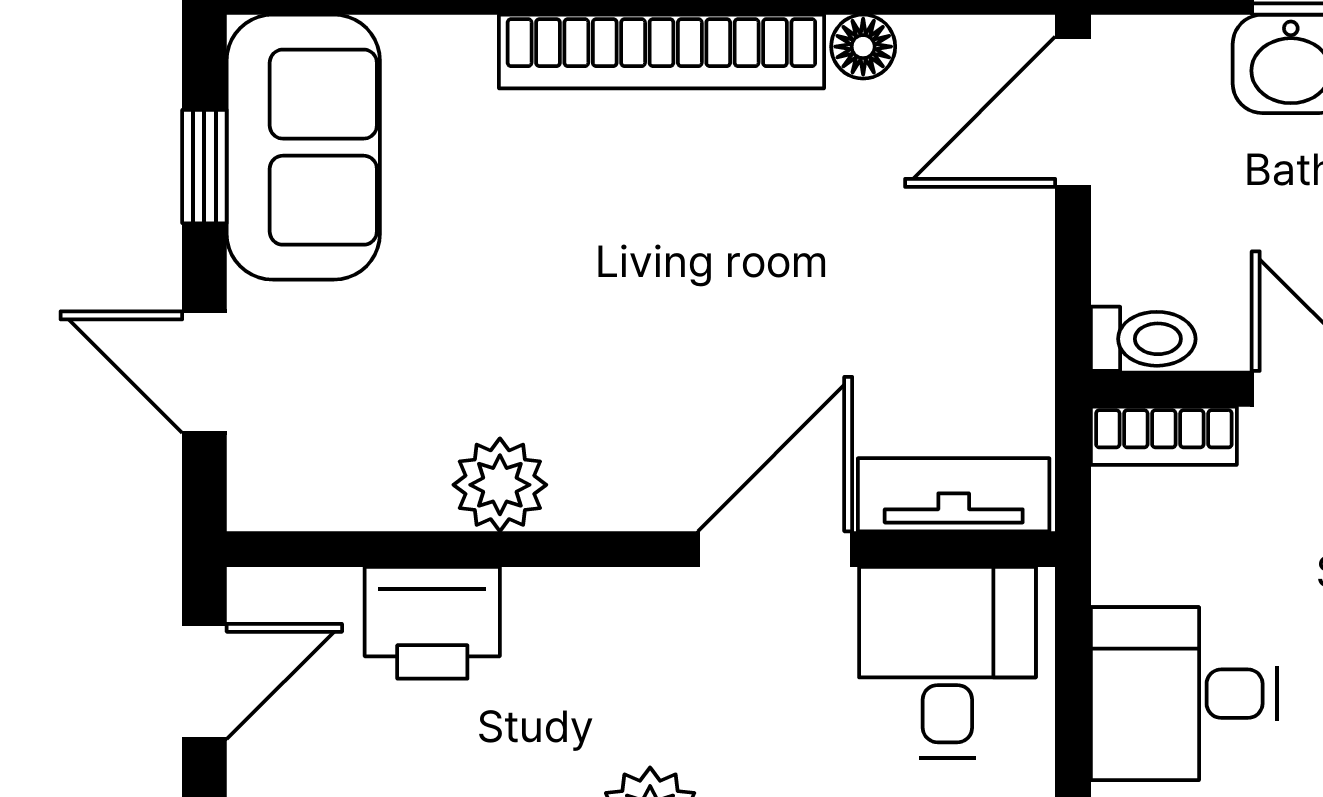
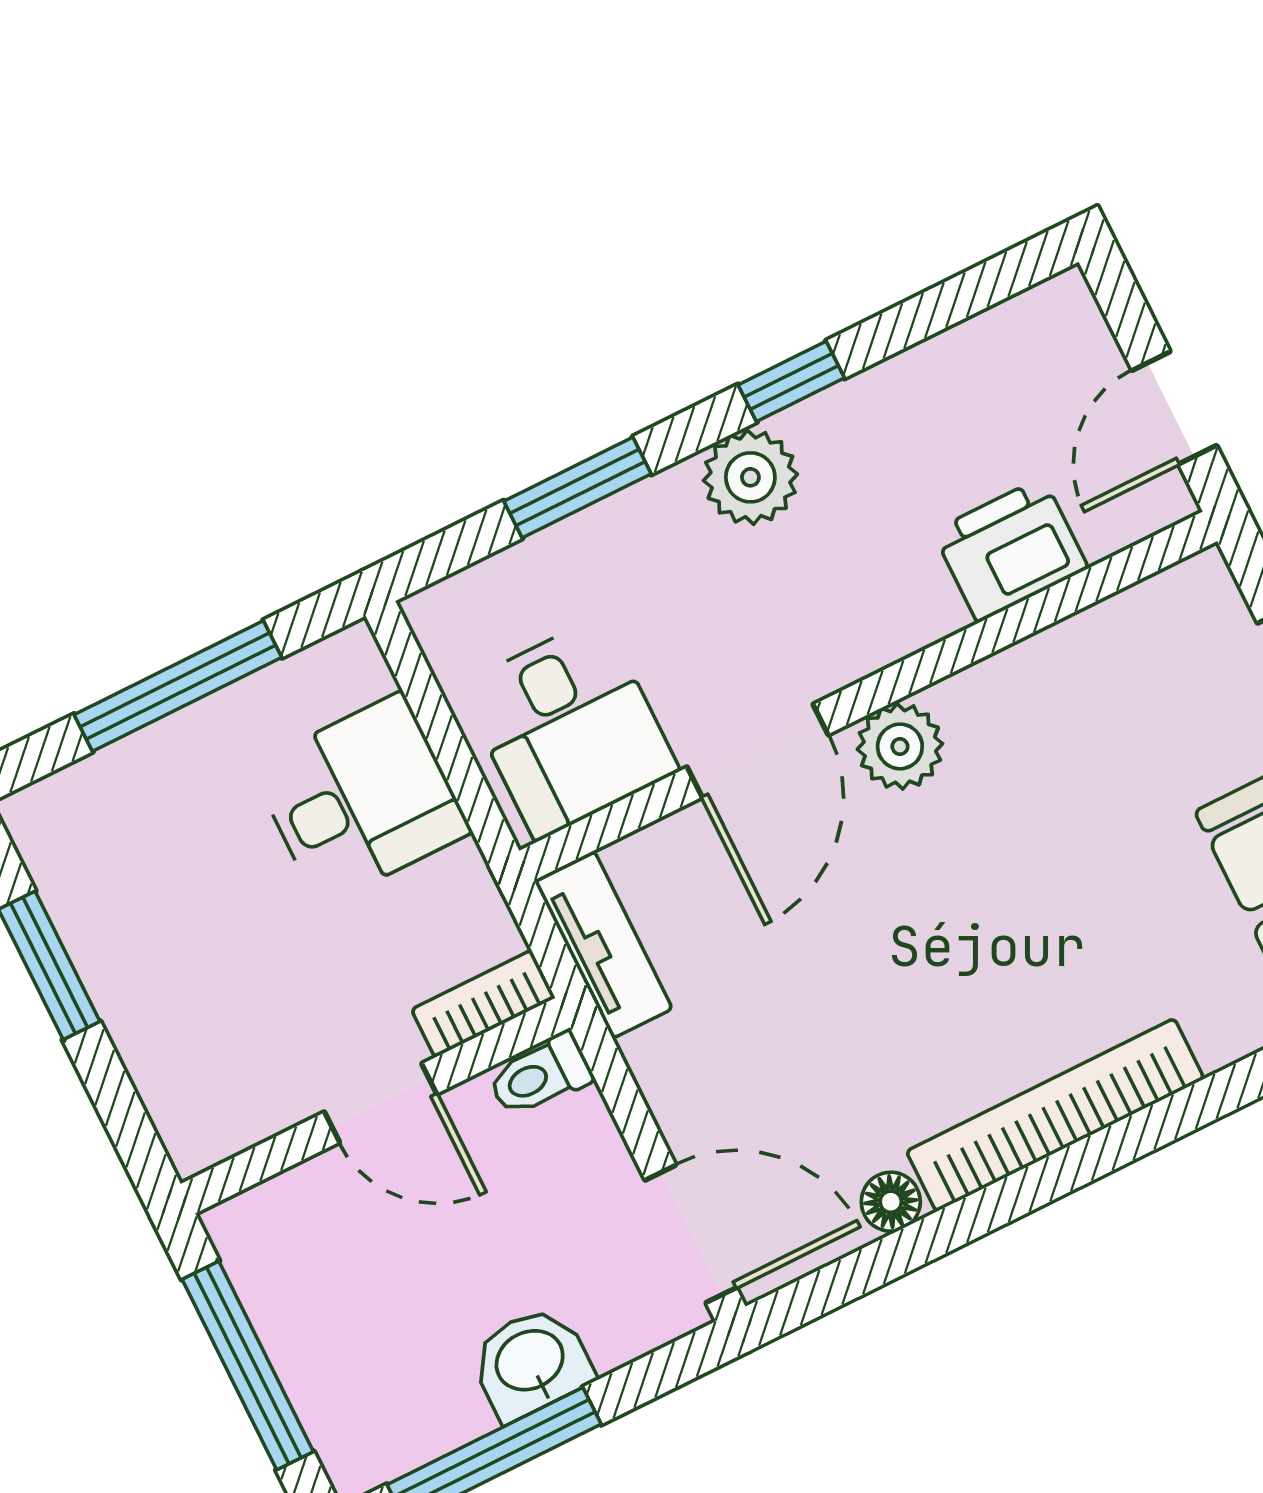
door: (1073, 112) -> (691, 1234), hinge flipped
plant: (500, 485) -> (900, 746), moved
tv unit: (954, 495) -> (603, 945), moved, turned -90

